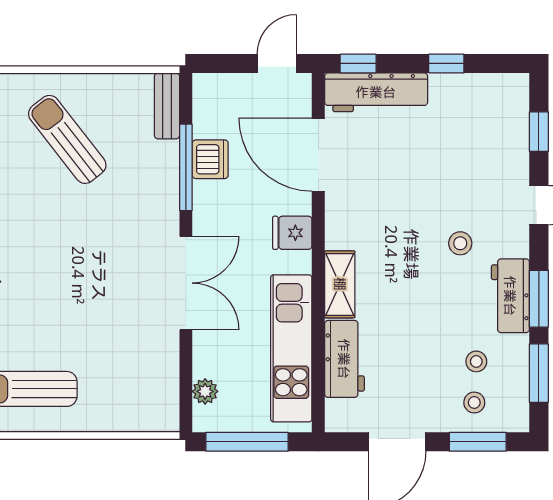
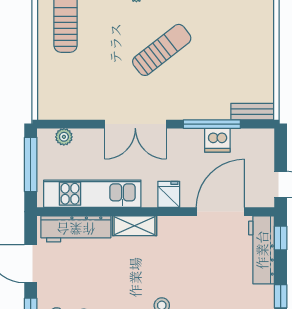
sun lounger: (67, 139) -> (162, 50), moved
workbench: (344, 359) -> (76, 229), width x1.38

